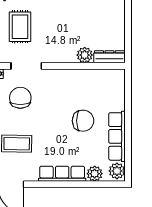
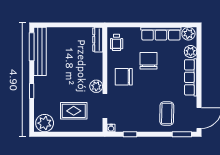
plant: (85, 55) -> (96, 86), moved
wheelchair: (106, 81) -> (117, 42), added
chair: (20, 98) -> (124, 77), moved

